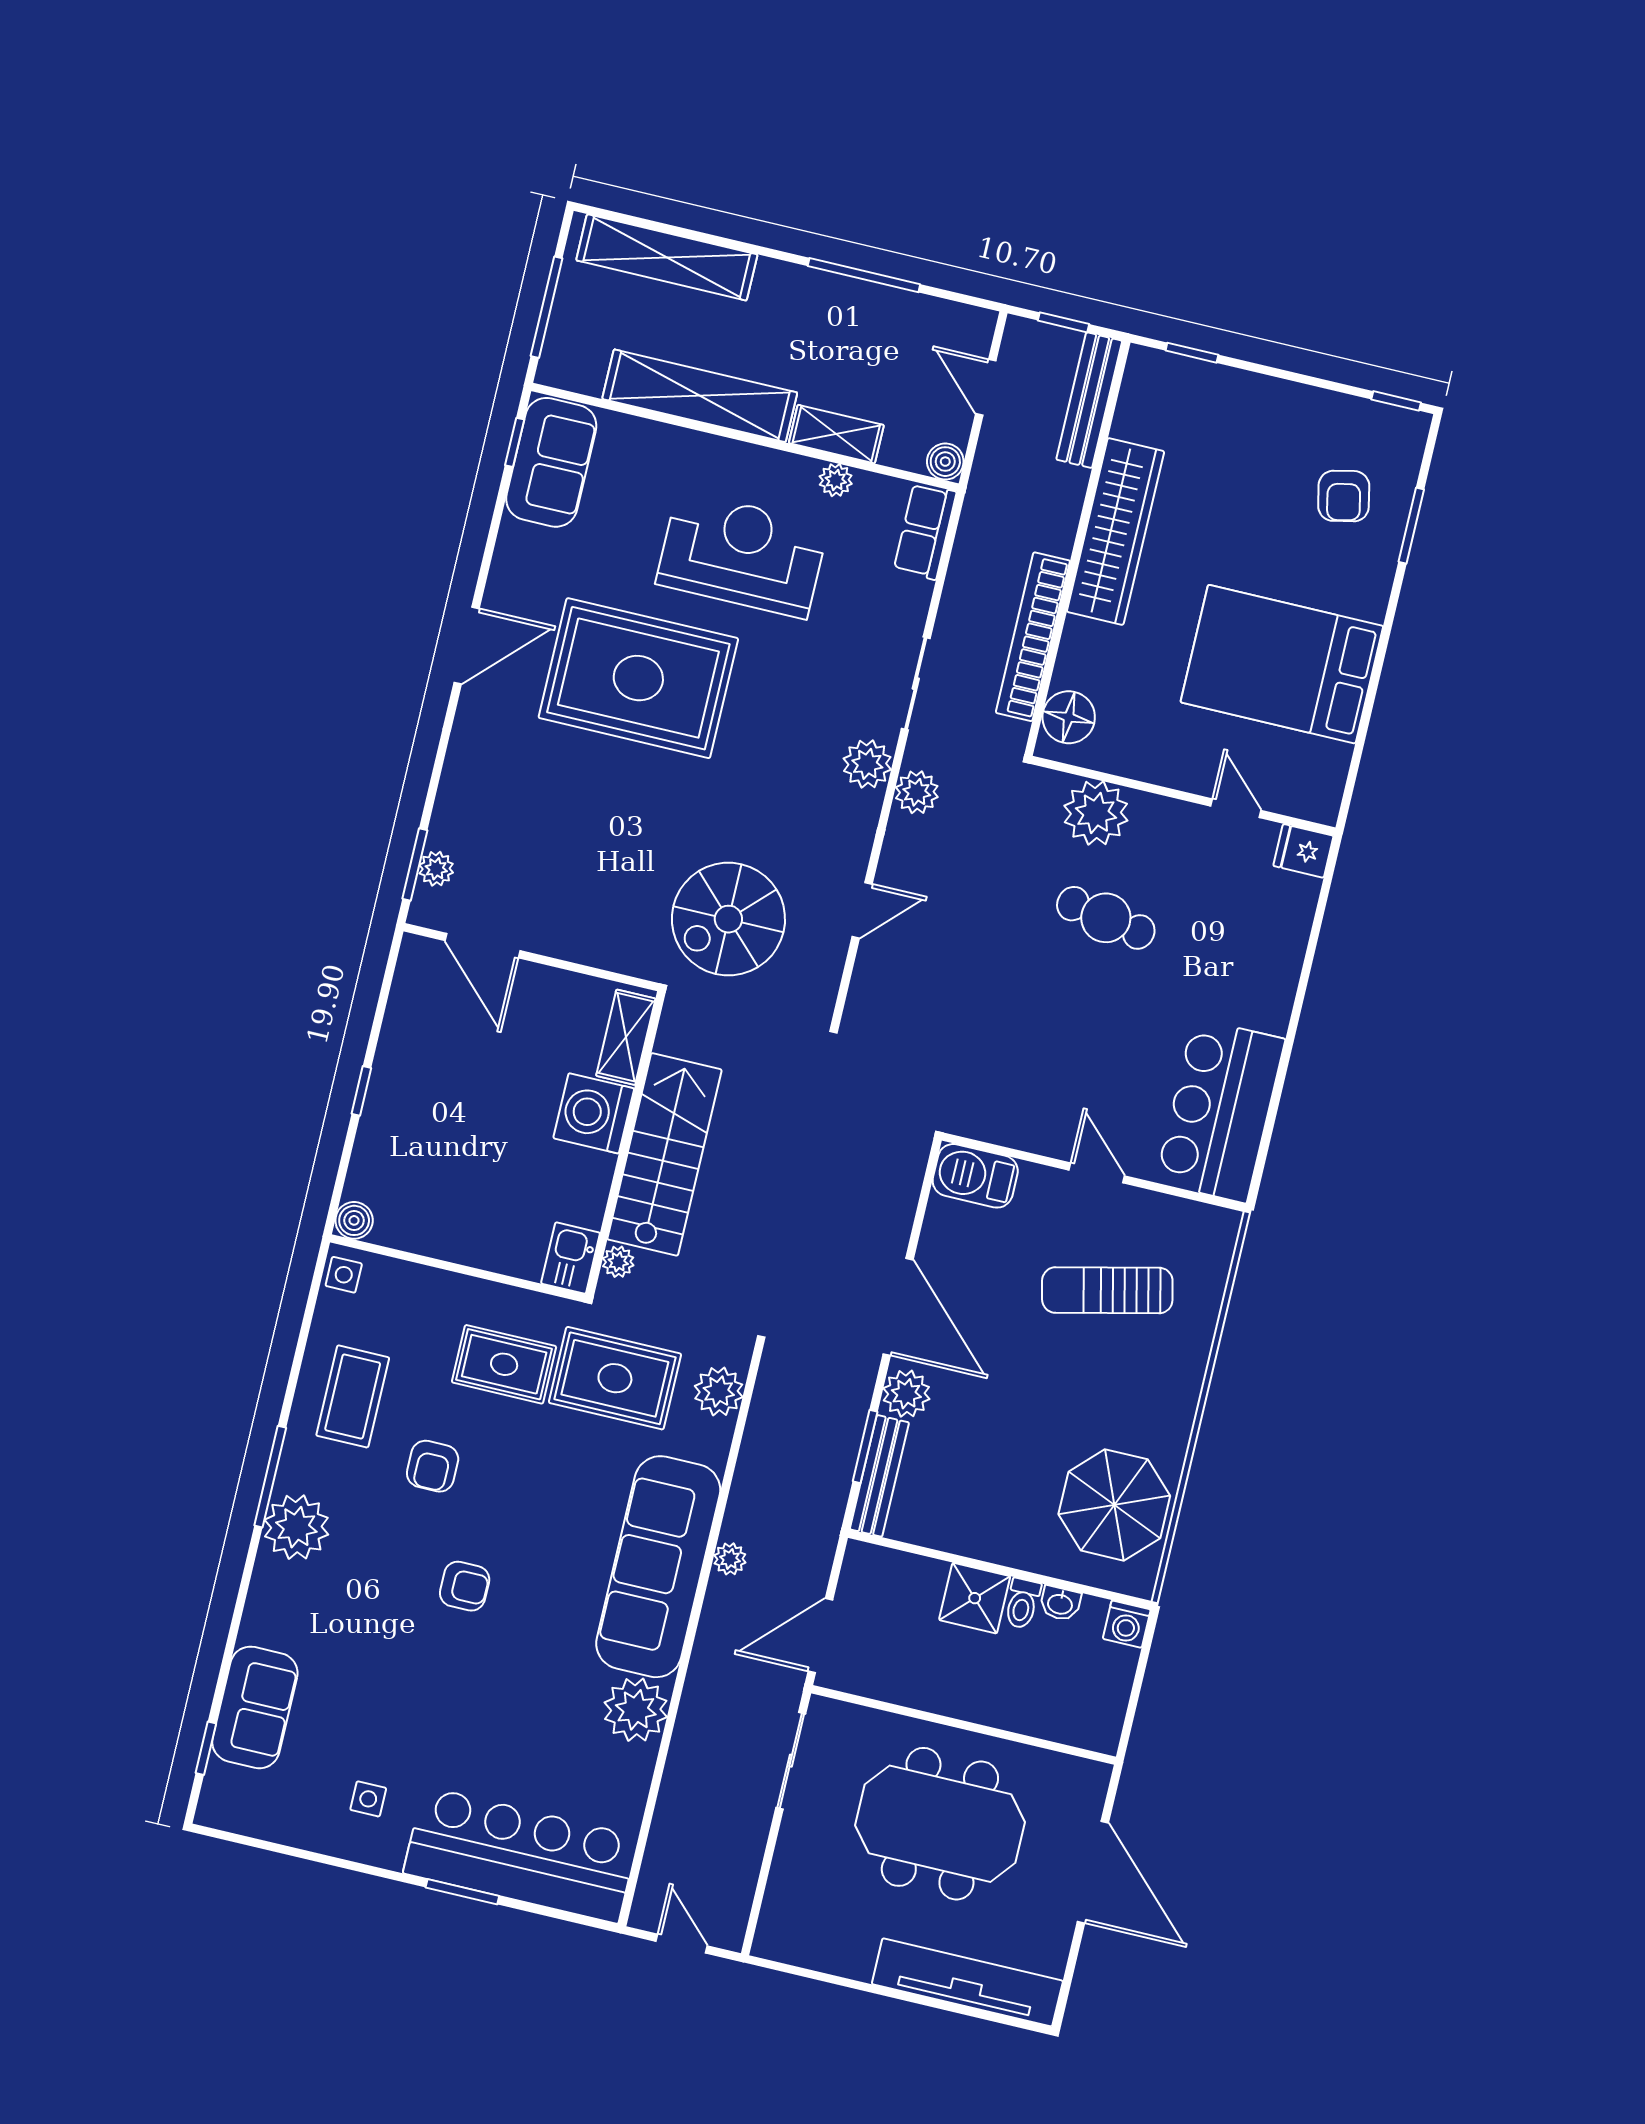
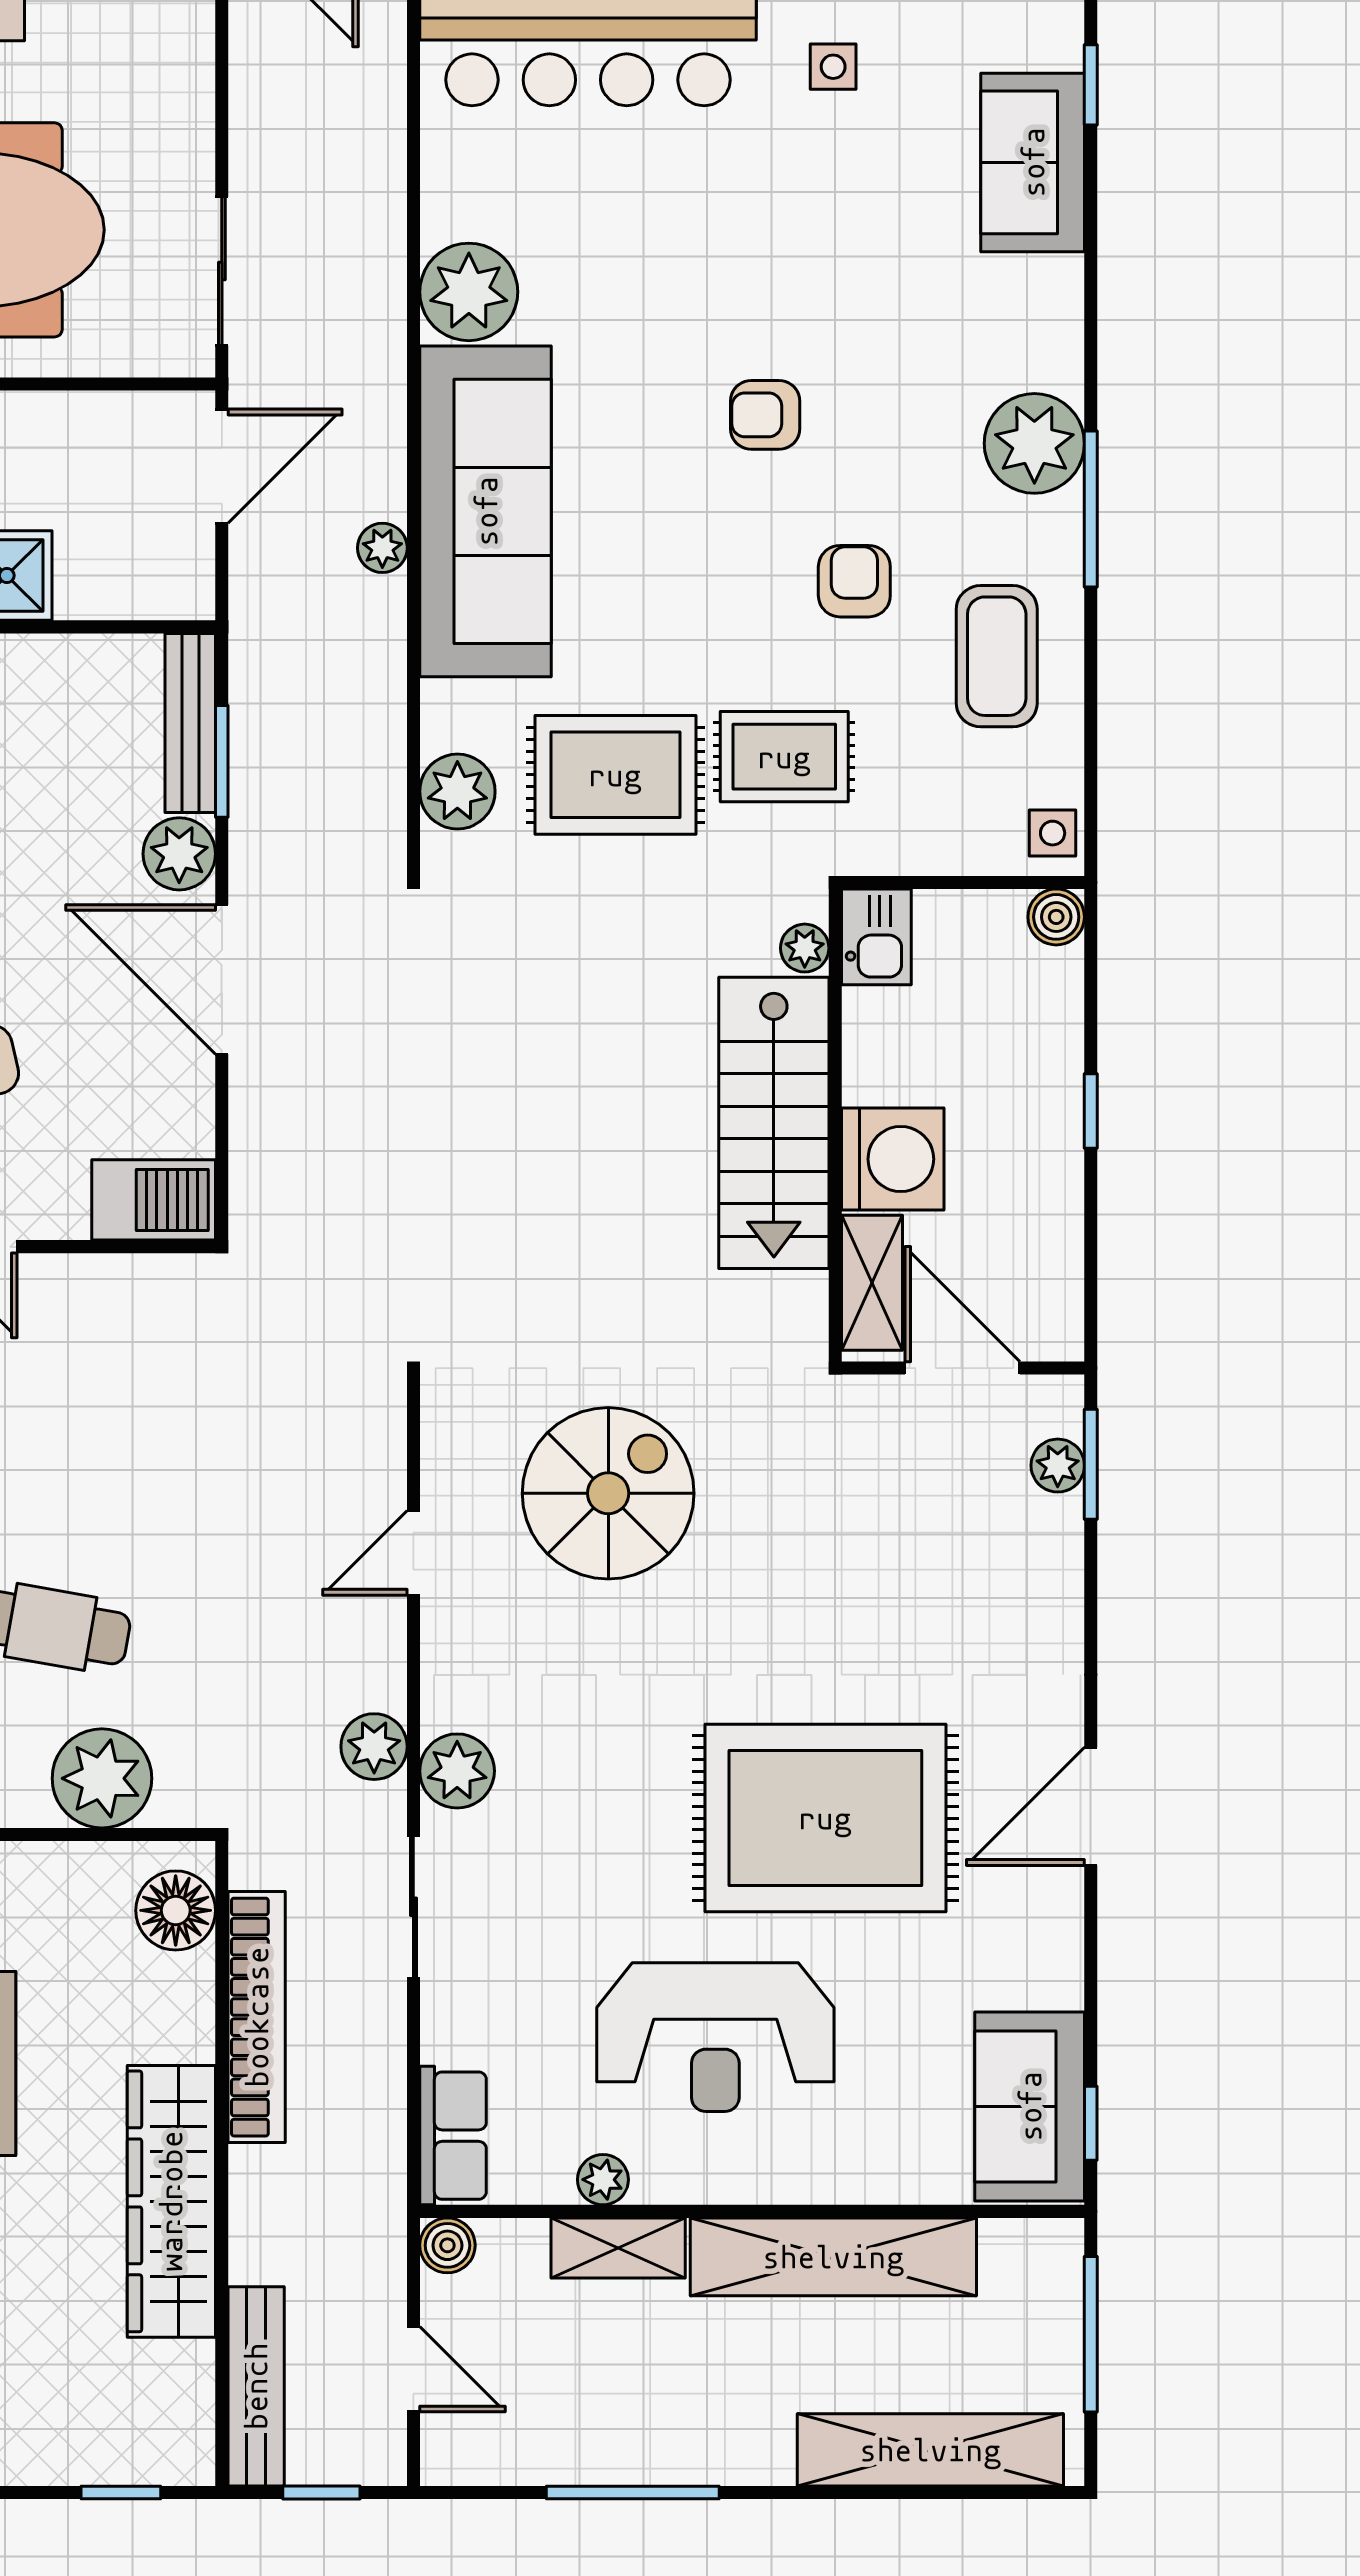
shelving: (626, 1037) -> (872, 1283), moved
washing machine: (594, 1113) -> (893, 1159), moved
wall: (625, 1144) -> (835, 1125), moved
stairs: (664, 1154) -> (774, 1123), moved
kitchen sink: (571, 1258) -> (876, 937), moved
plant: (618, 1262) -> (805, 948), moved

